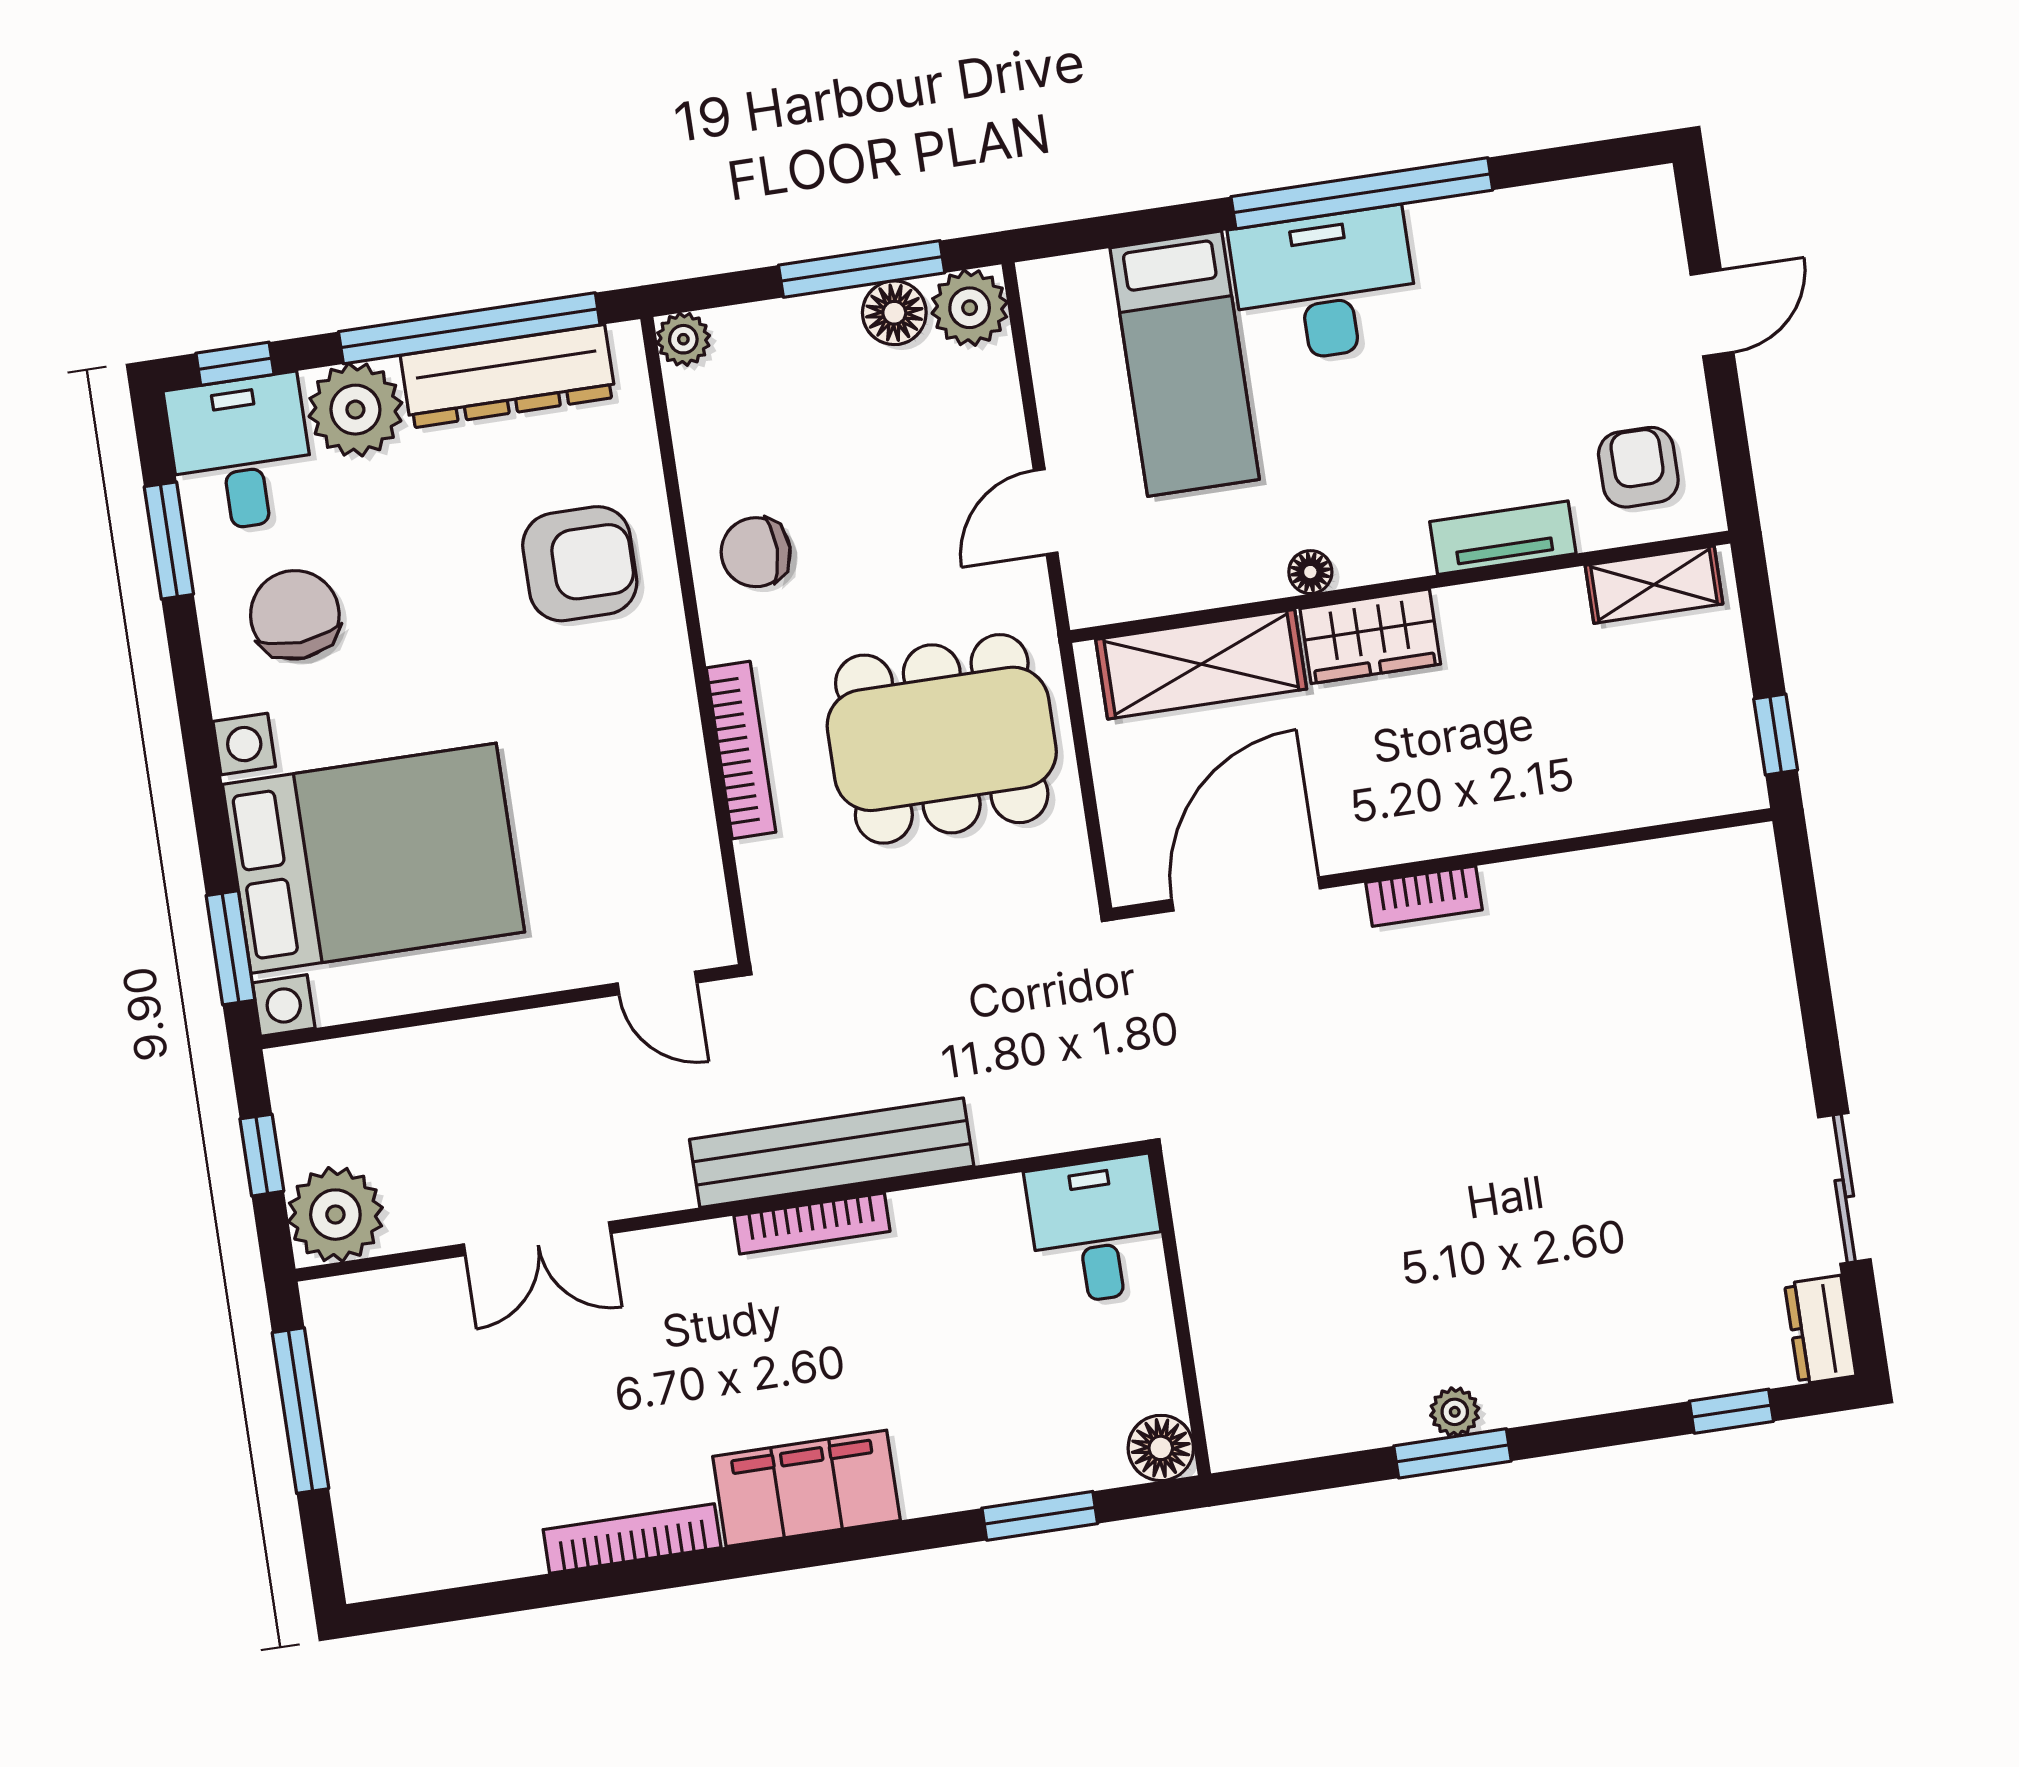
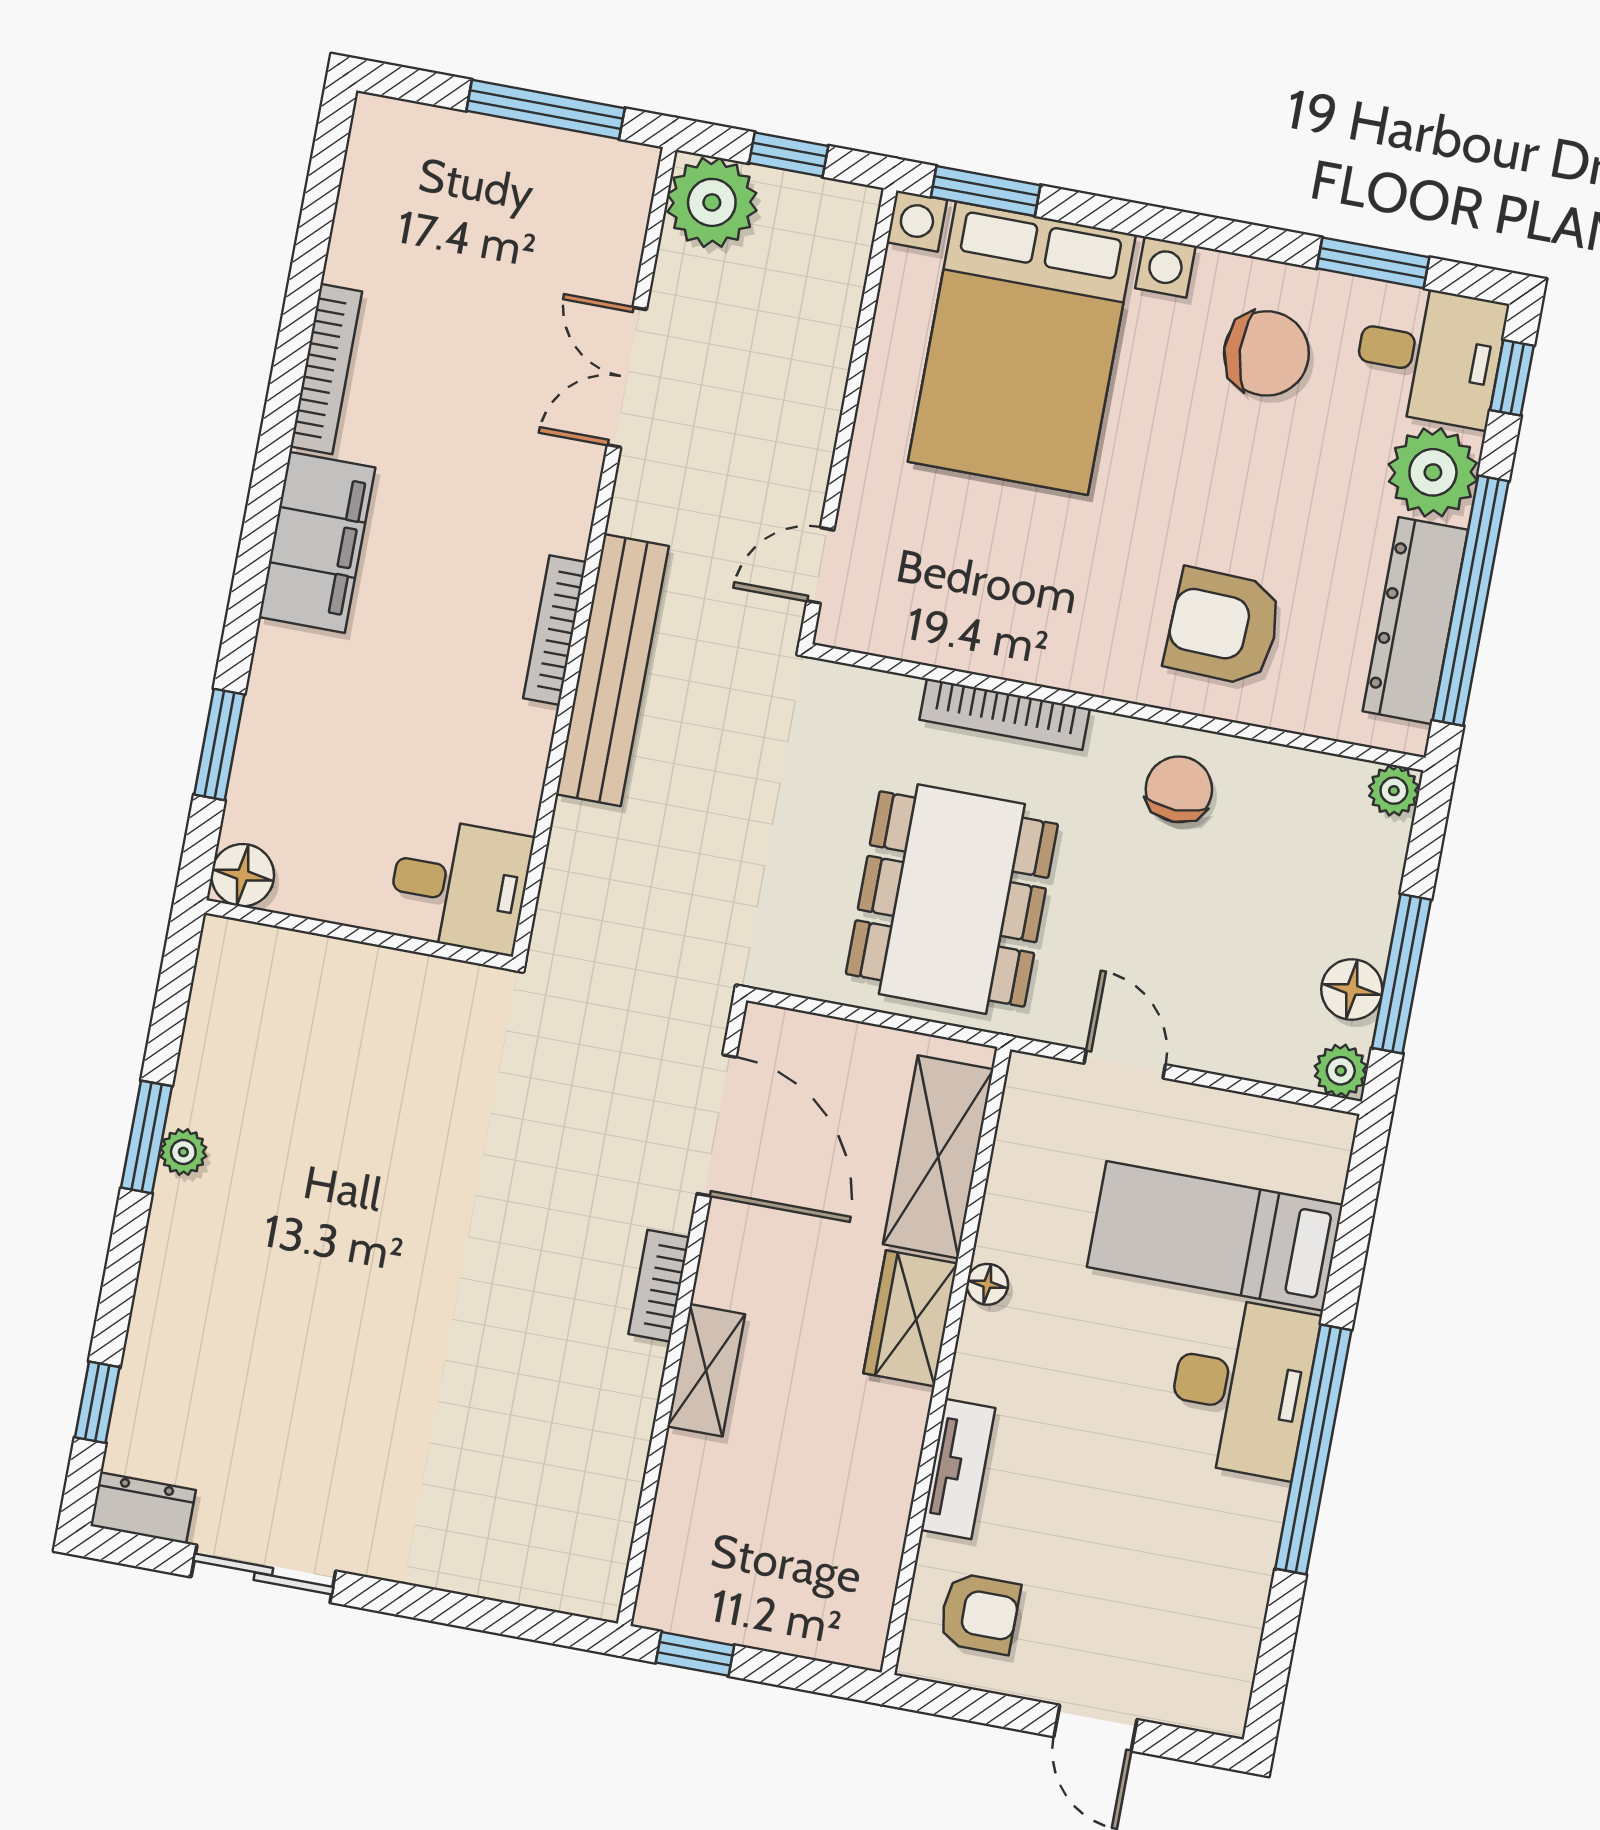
plant: (970, 308) -> (1341, 1071), width x0.73, depth x0.73
armchair: (580, 564) -> (1223, 627), turned 92
shelving: (1654, 585) -> (706, 1370), moved

